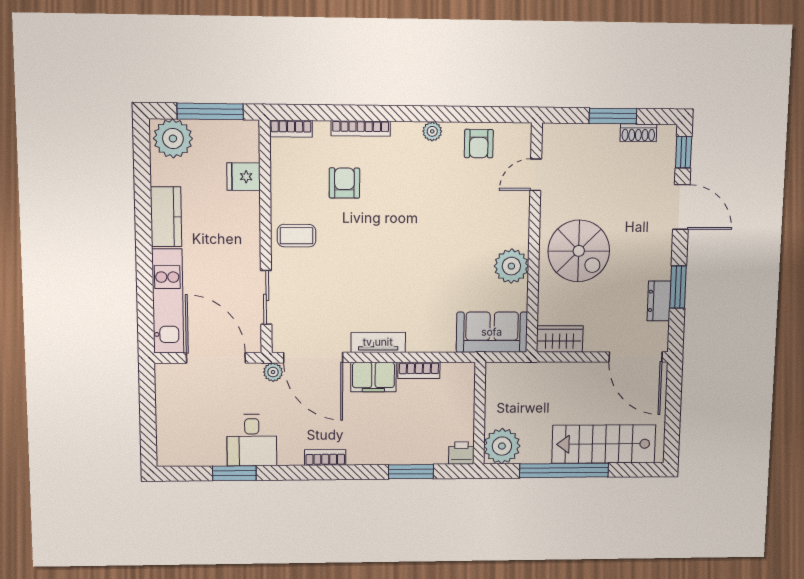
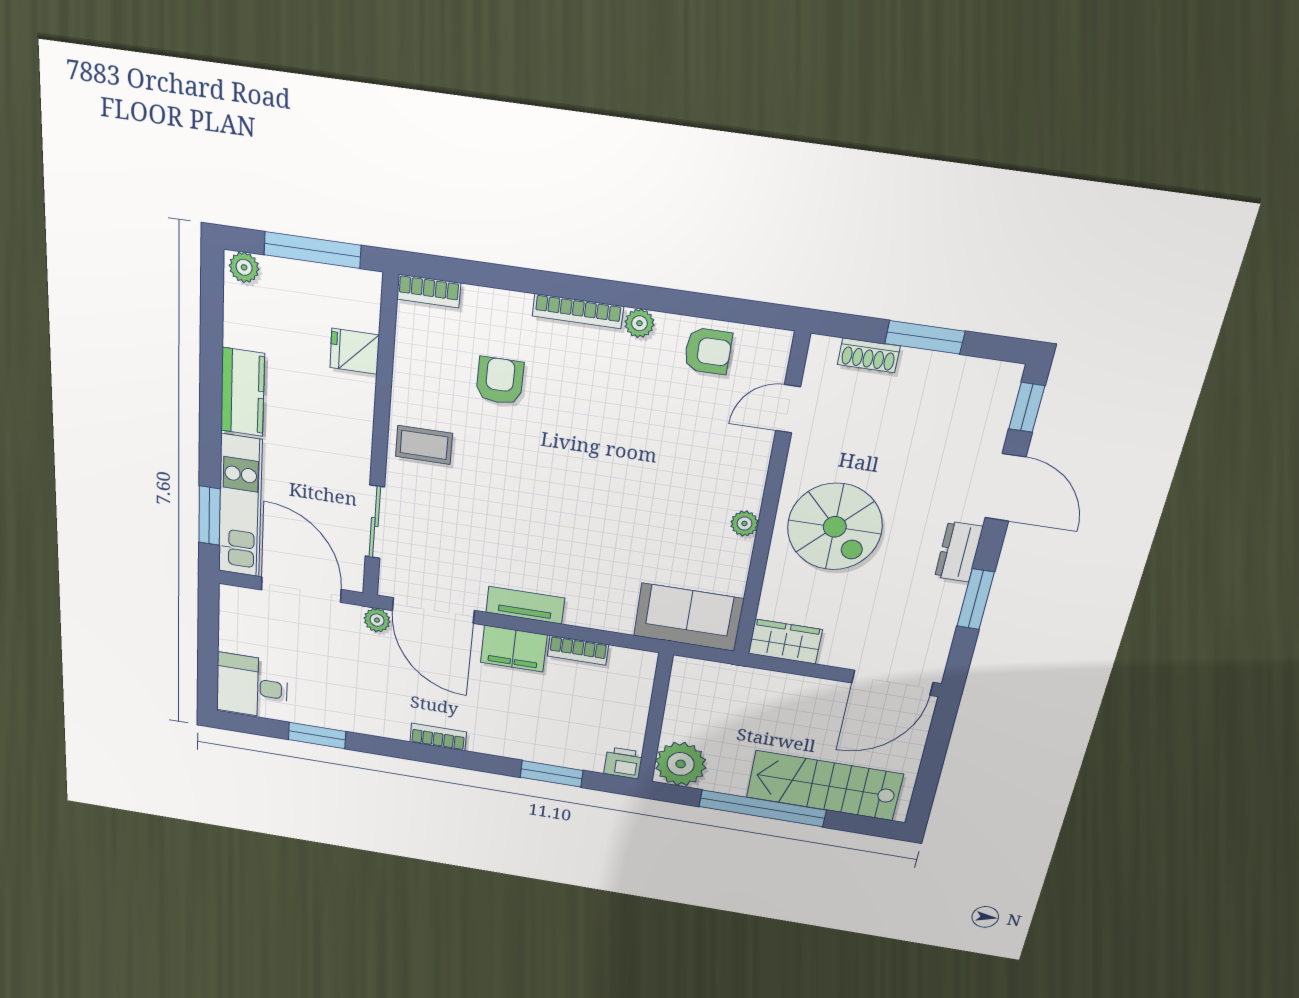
bookcase: (361, 128) -> (578, 311), moved
shoe rack: (638, 133) -> (869, 355), moved
plant: (173, 139) -> (244, 267), width x0.53, depth x0.53
armchair: (479, 144) -> (708, 351), turned -90
plant: (511, 266) -> (744, 523), width x0.53, depth x0.53
dresser: (659, 301) -> (959, 552), moved
window: (145, 312) -> (209, 516), added
door: (636, 357) -> (892, 683), hinge flipped
desk: (252, 440) -> (252, 686), moved, turned 90

